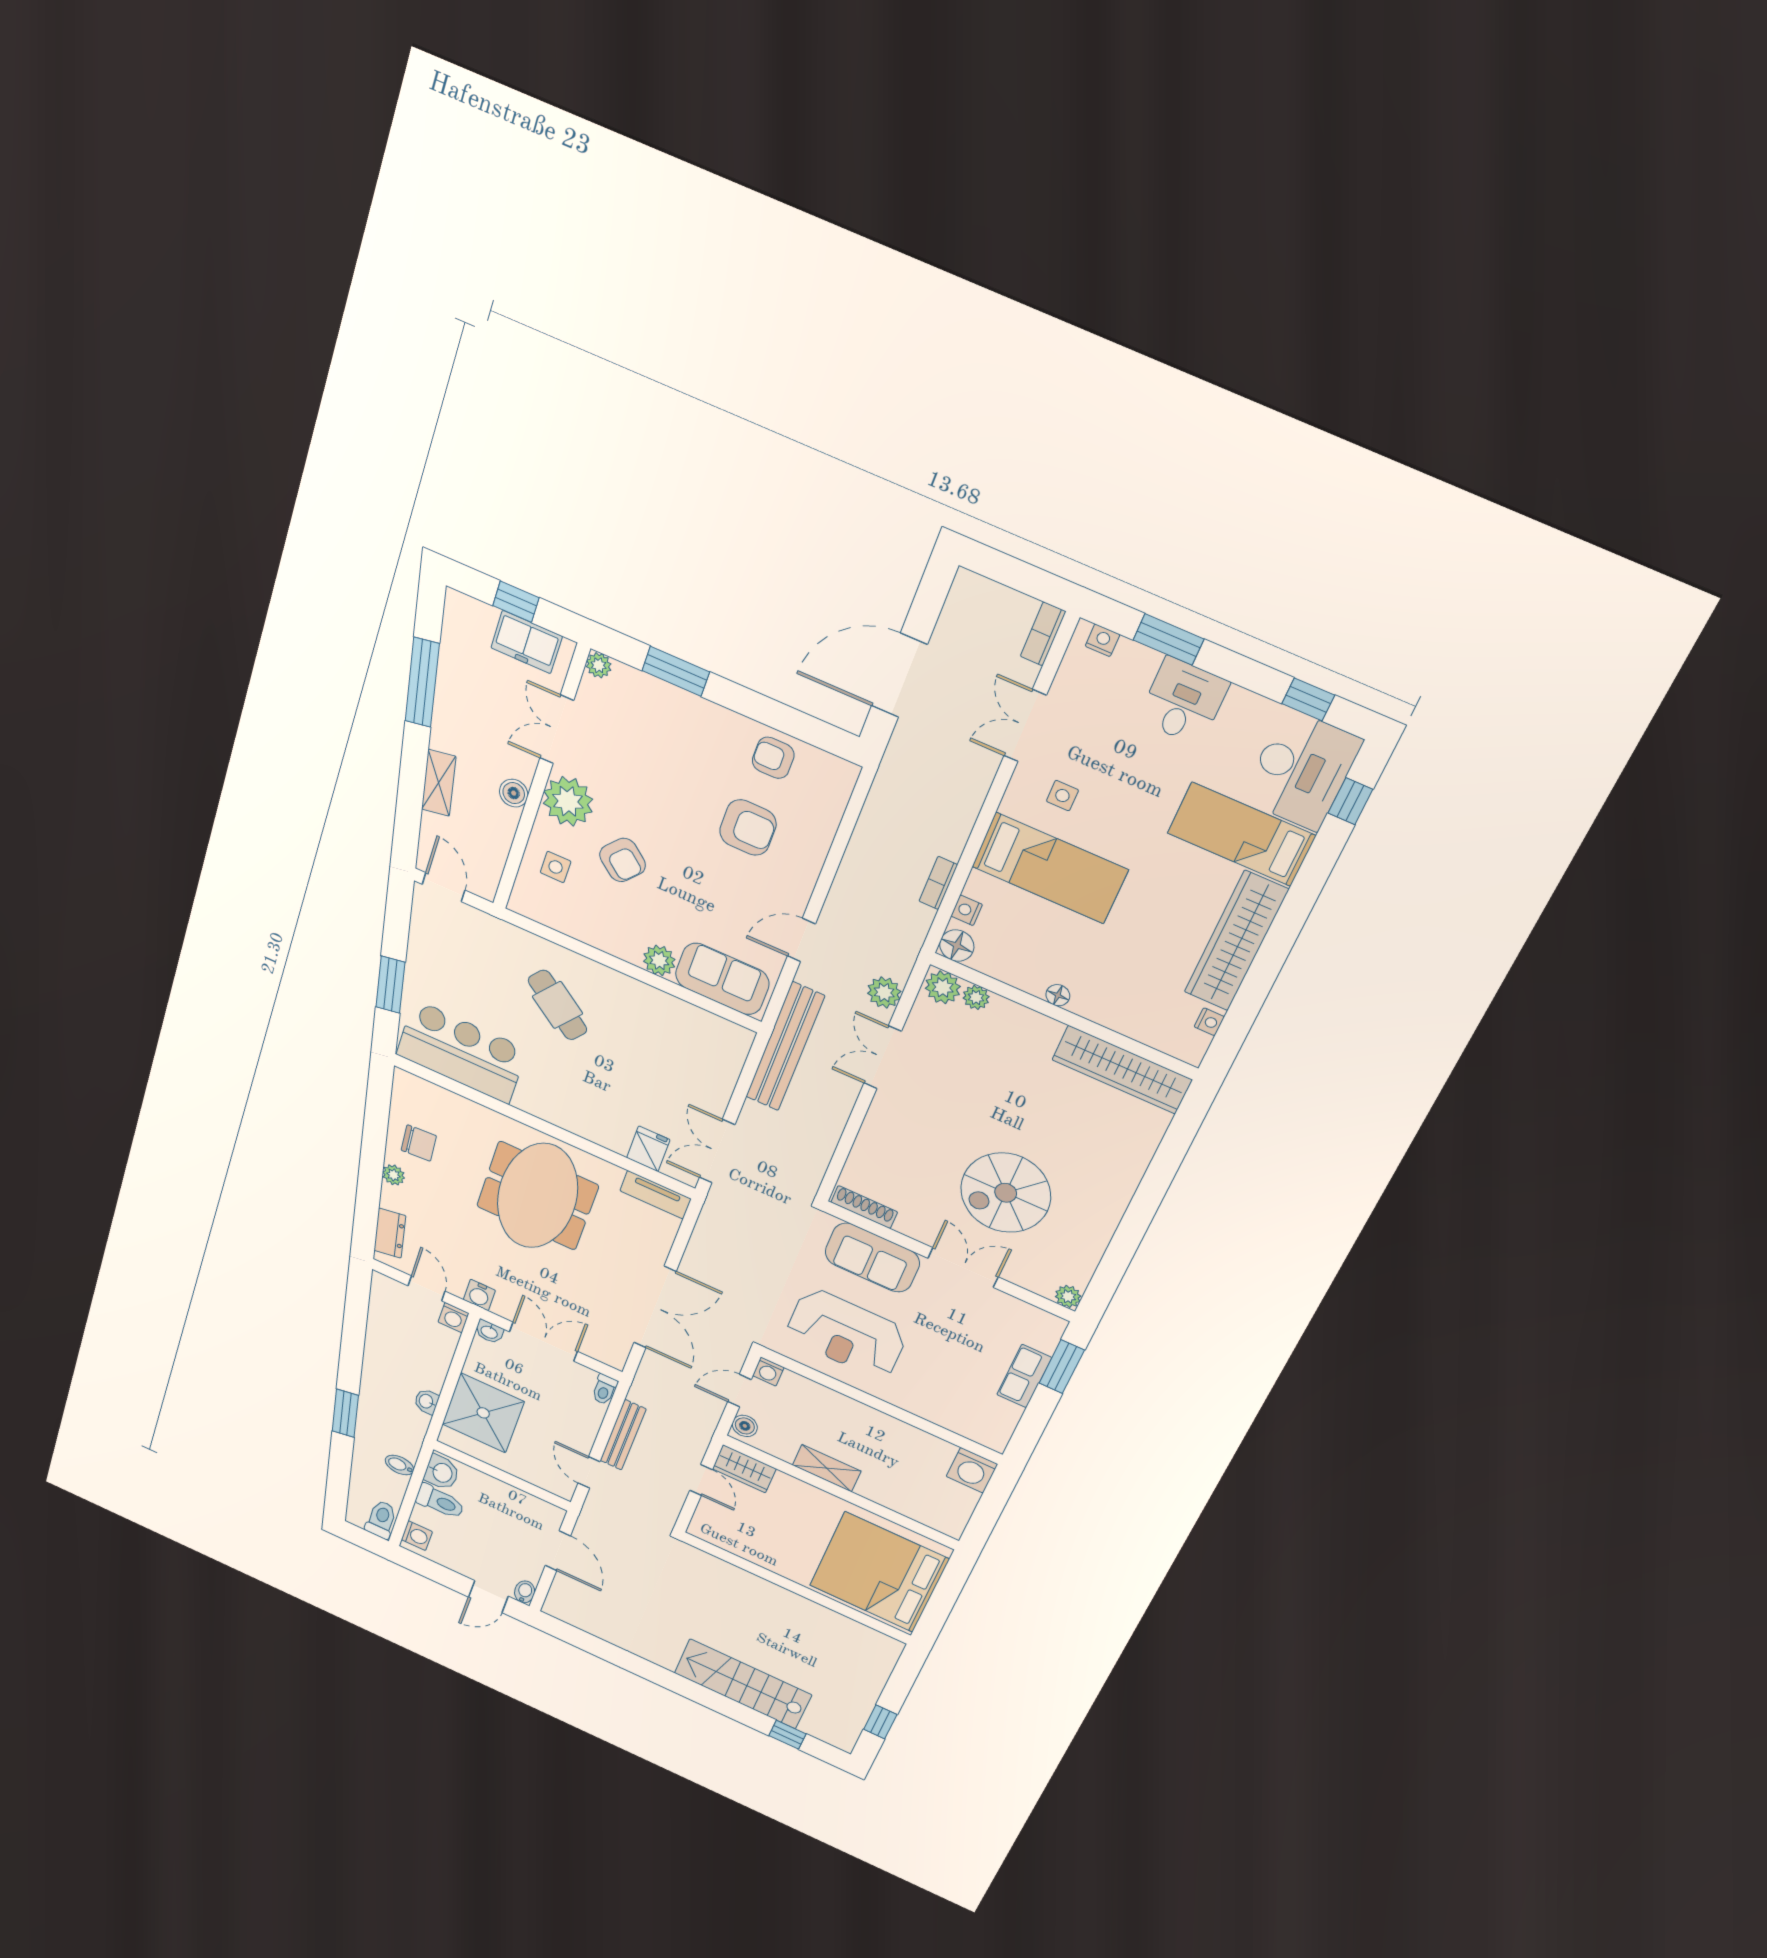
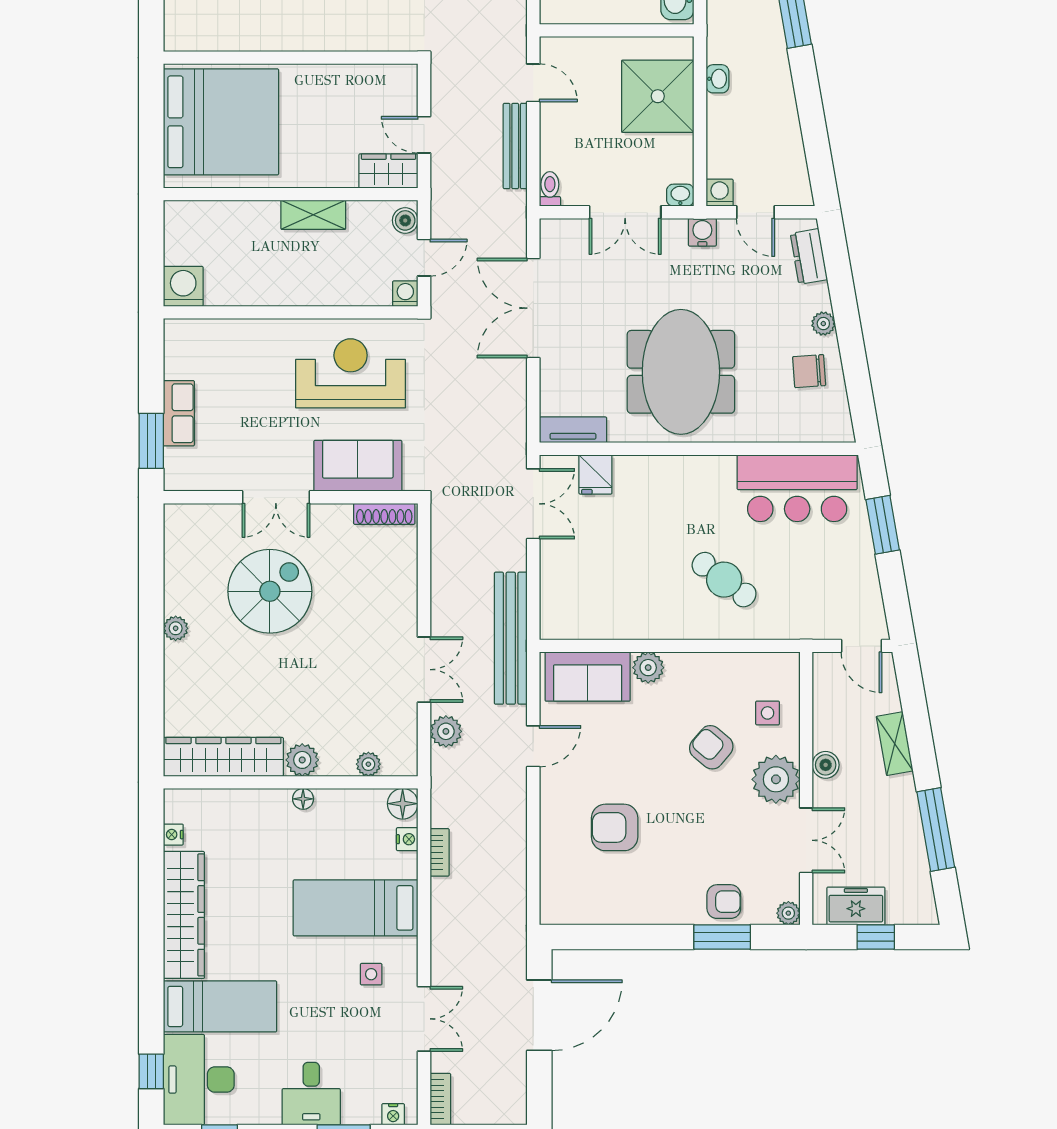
armchair: (773, 758) -> (724, 902), moved
plant: (943, 987) -> (302, 760), moved
plant: (1068, 1296) -> (176, 628), moved

